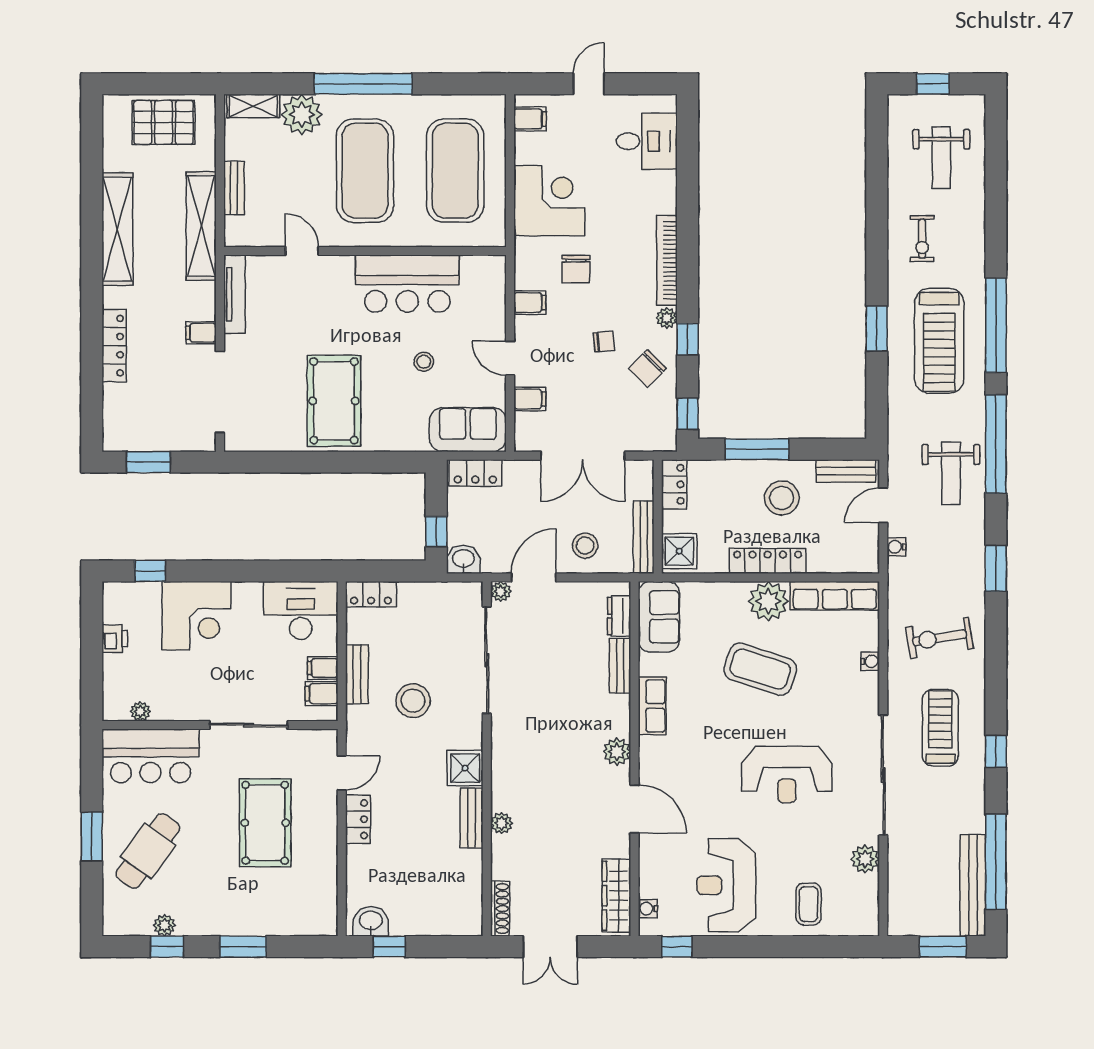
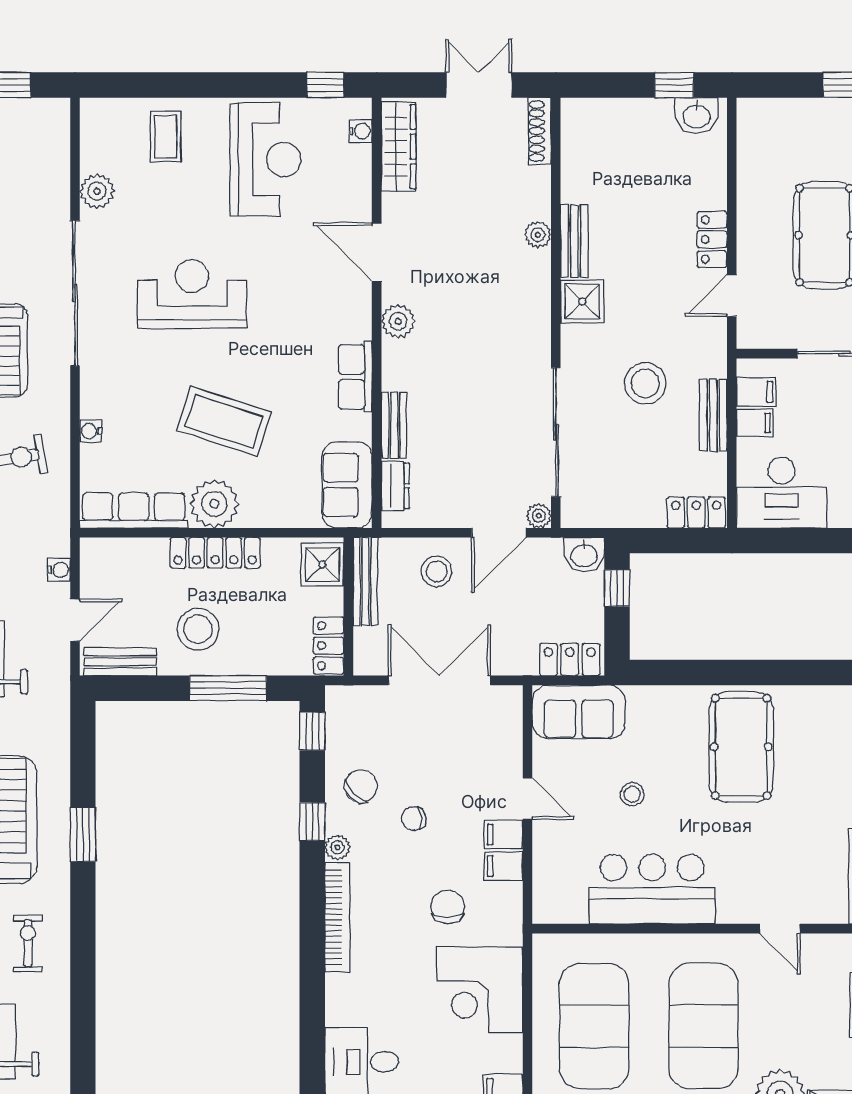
filing cabinet: (530, 399) -> (504, 835), moved

